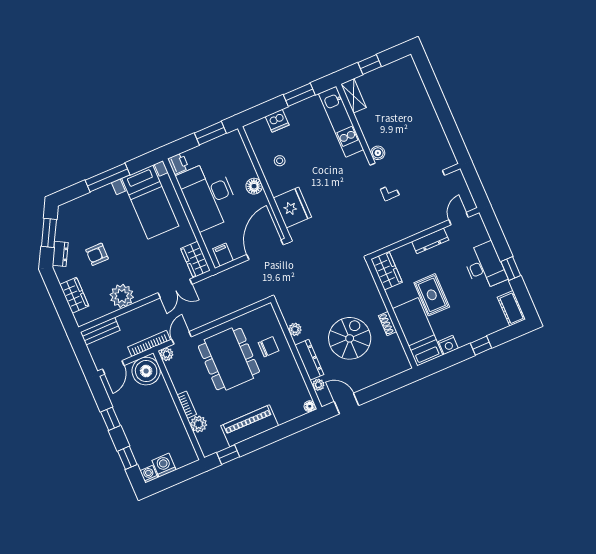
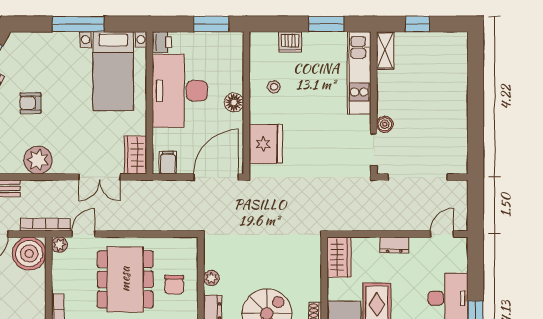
dresser: (430, 241) -> (394, 245), width x0.70
chair: (268, 347) -> (174, 285), turned 90

